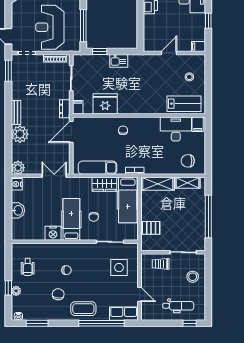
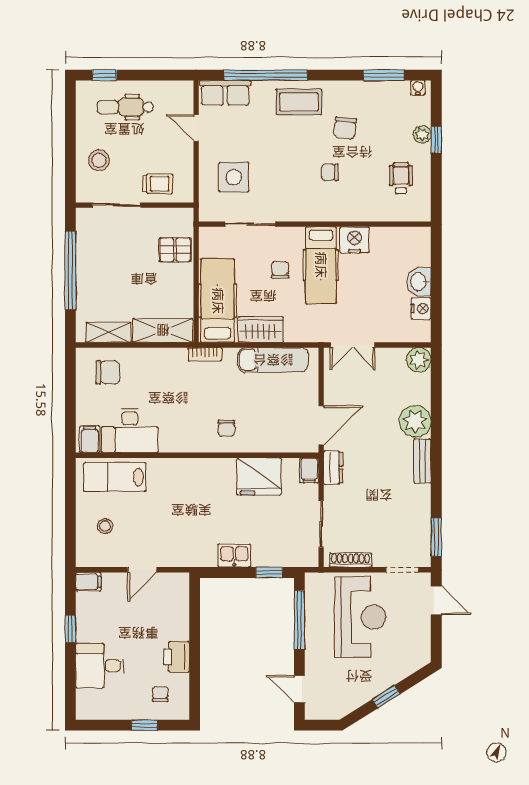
nightstand: (17, 184) -> (421, 309), moved

